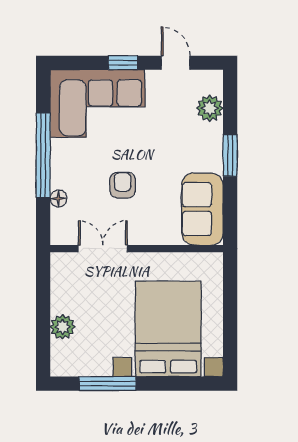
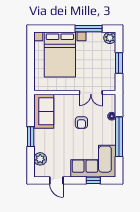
window: (123, 63) -> (93, 180), moved
window: (43, 311) -> (119, 63), added
plant: (62, 327) -> (110, 38), moved

